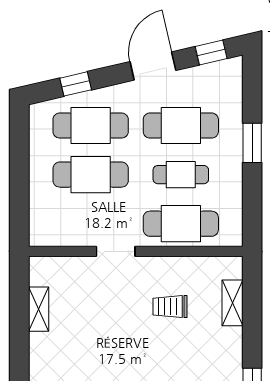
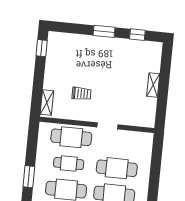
shelving: (232, 303) -> (47, 102), moved
shelving: (39, 309) -> (153, 85), moved

